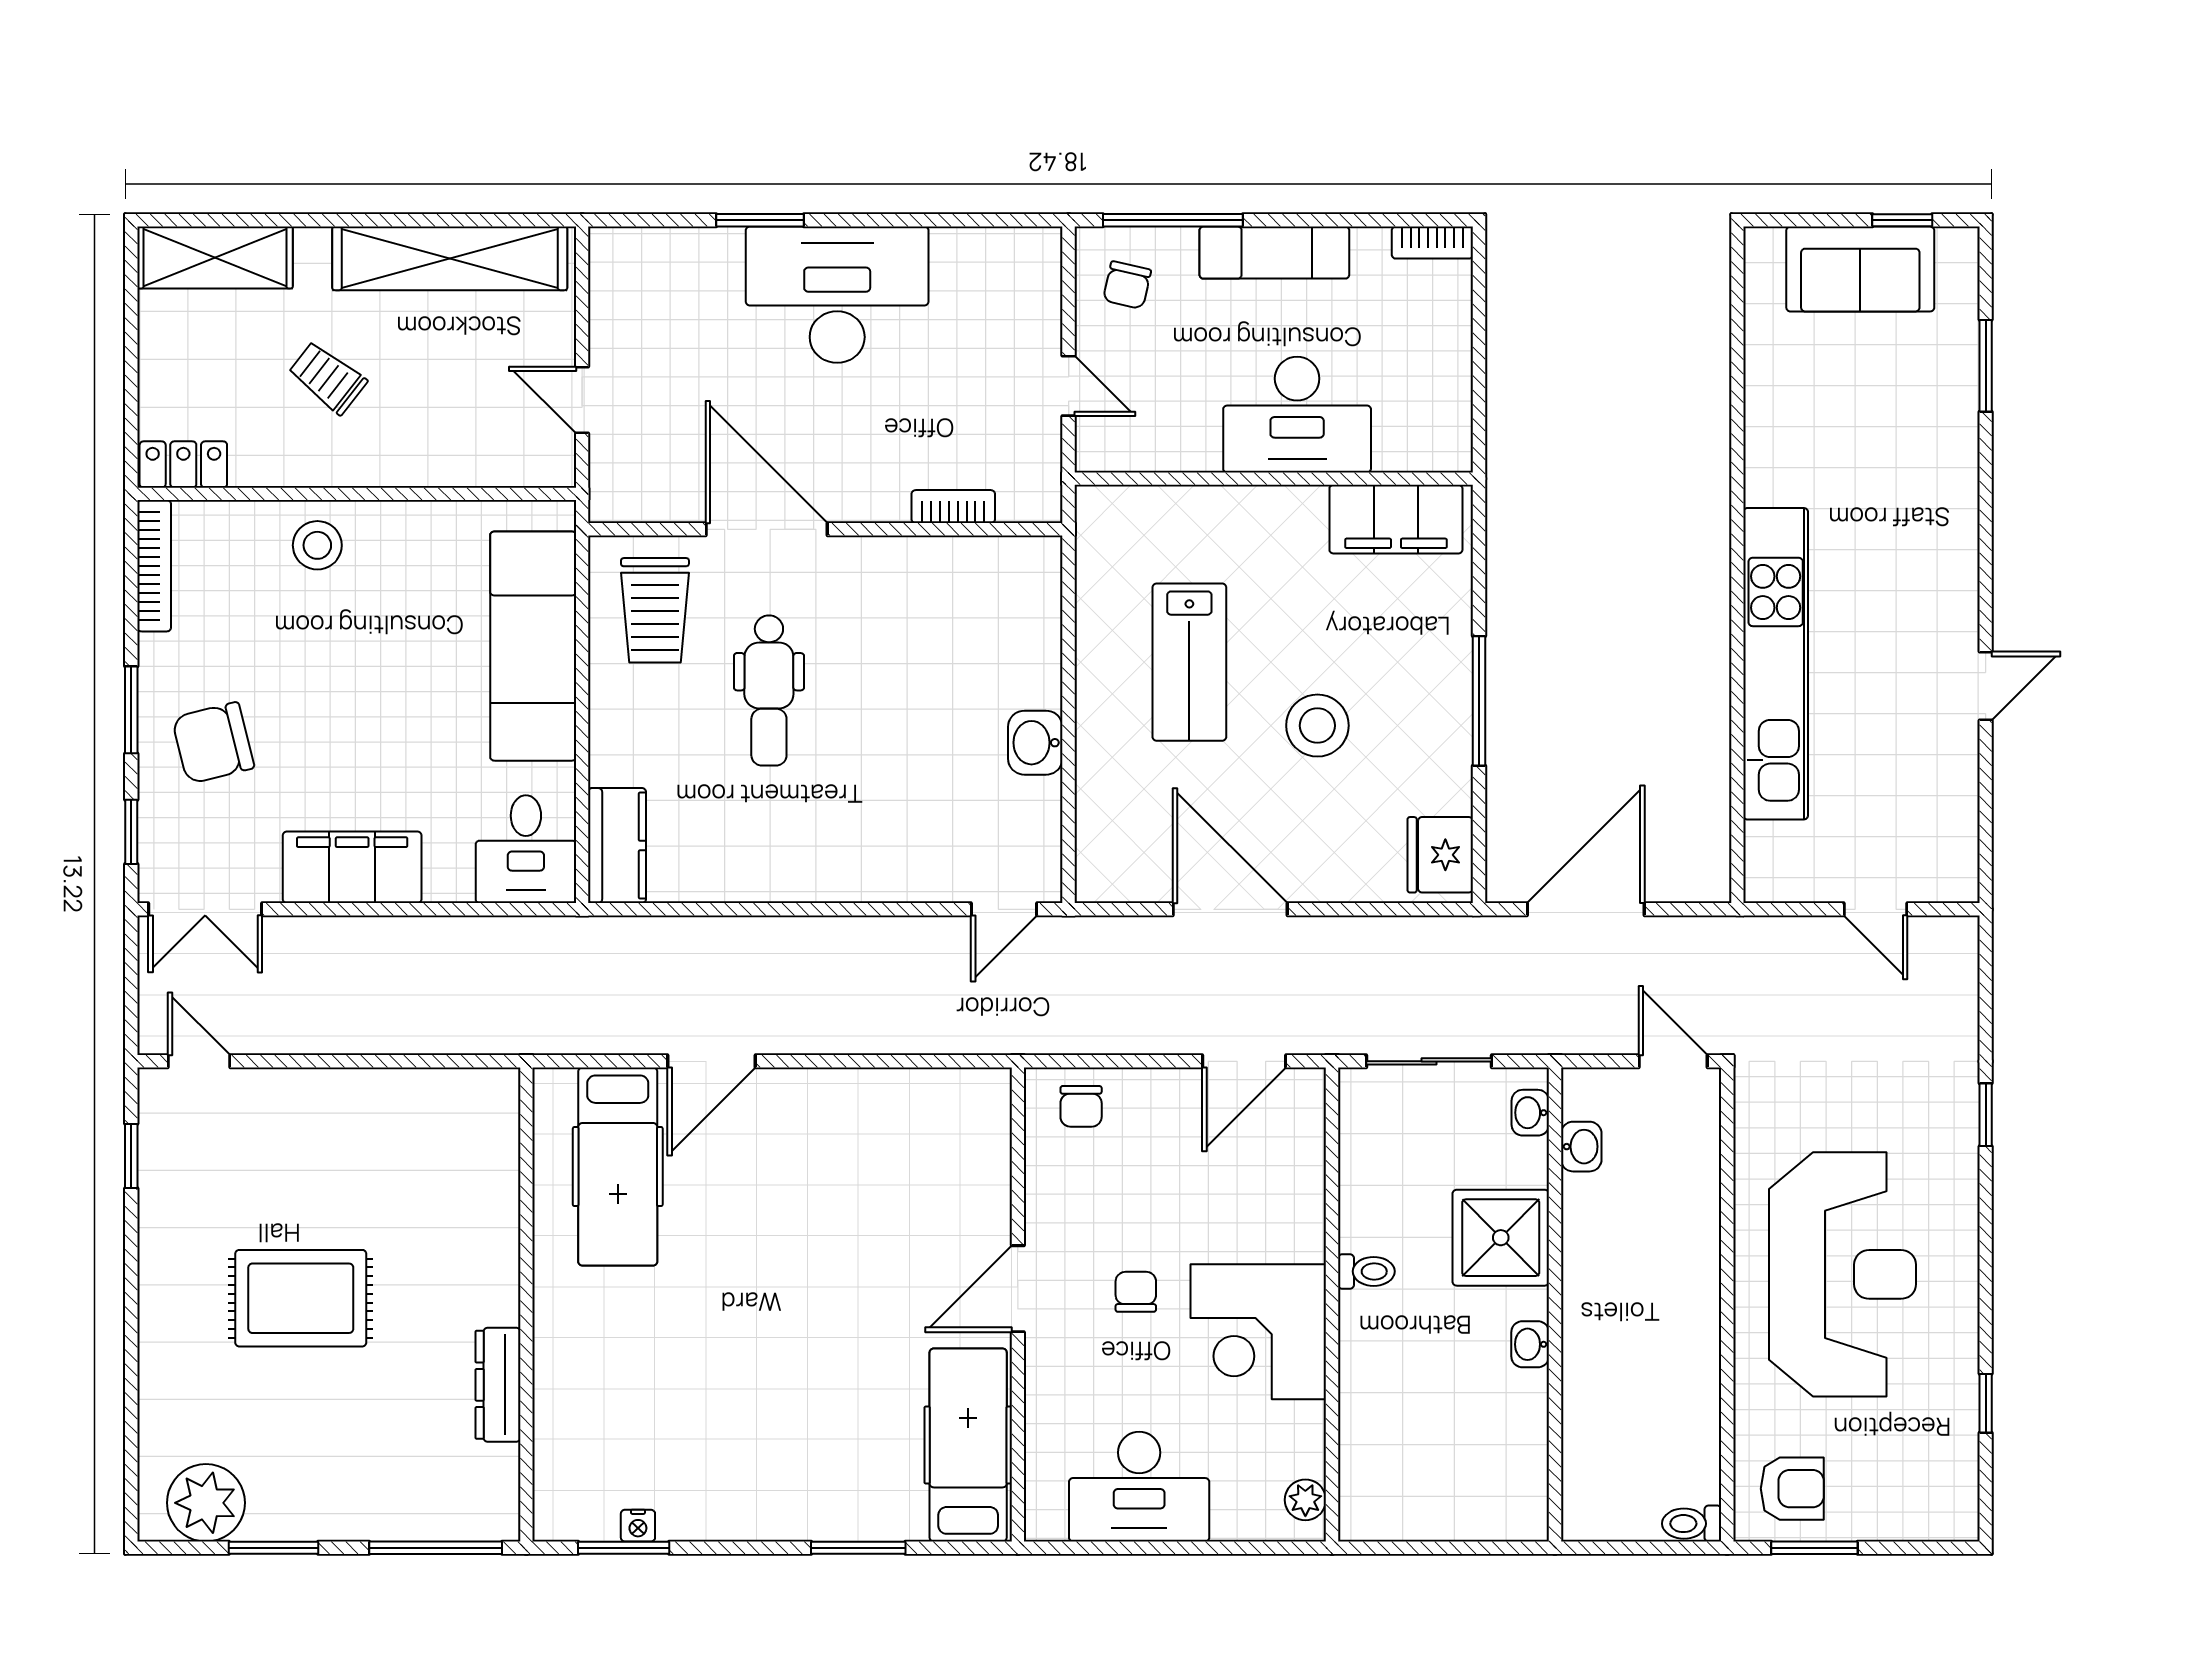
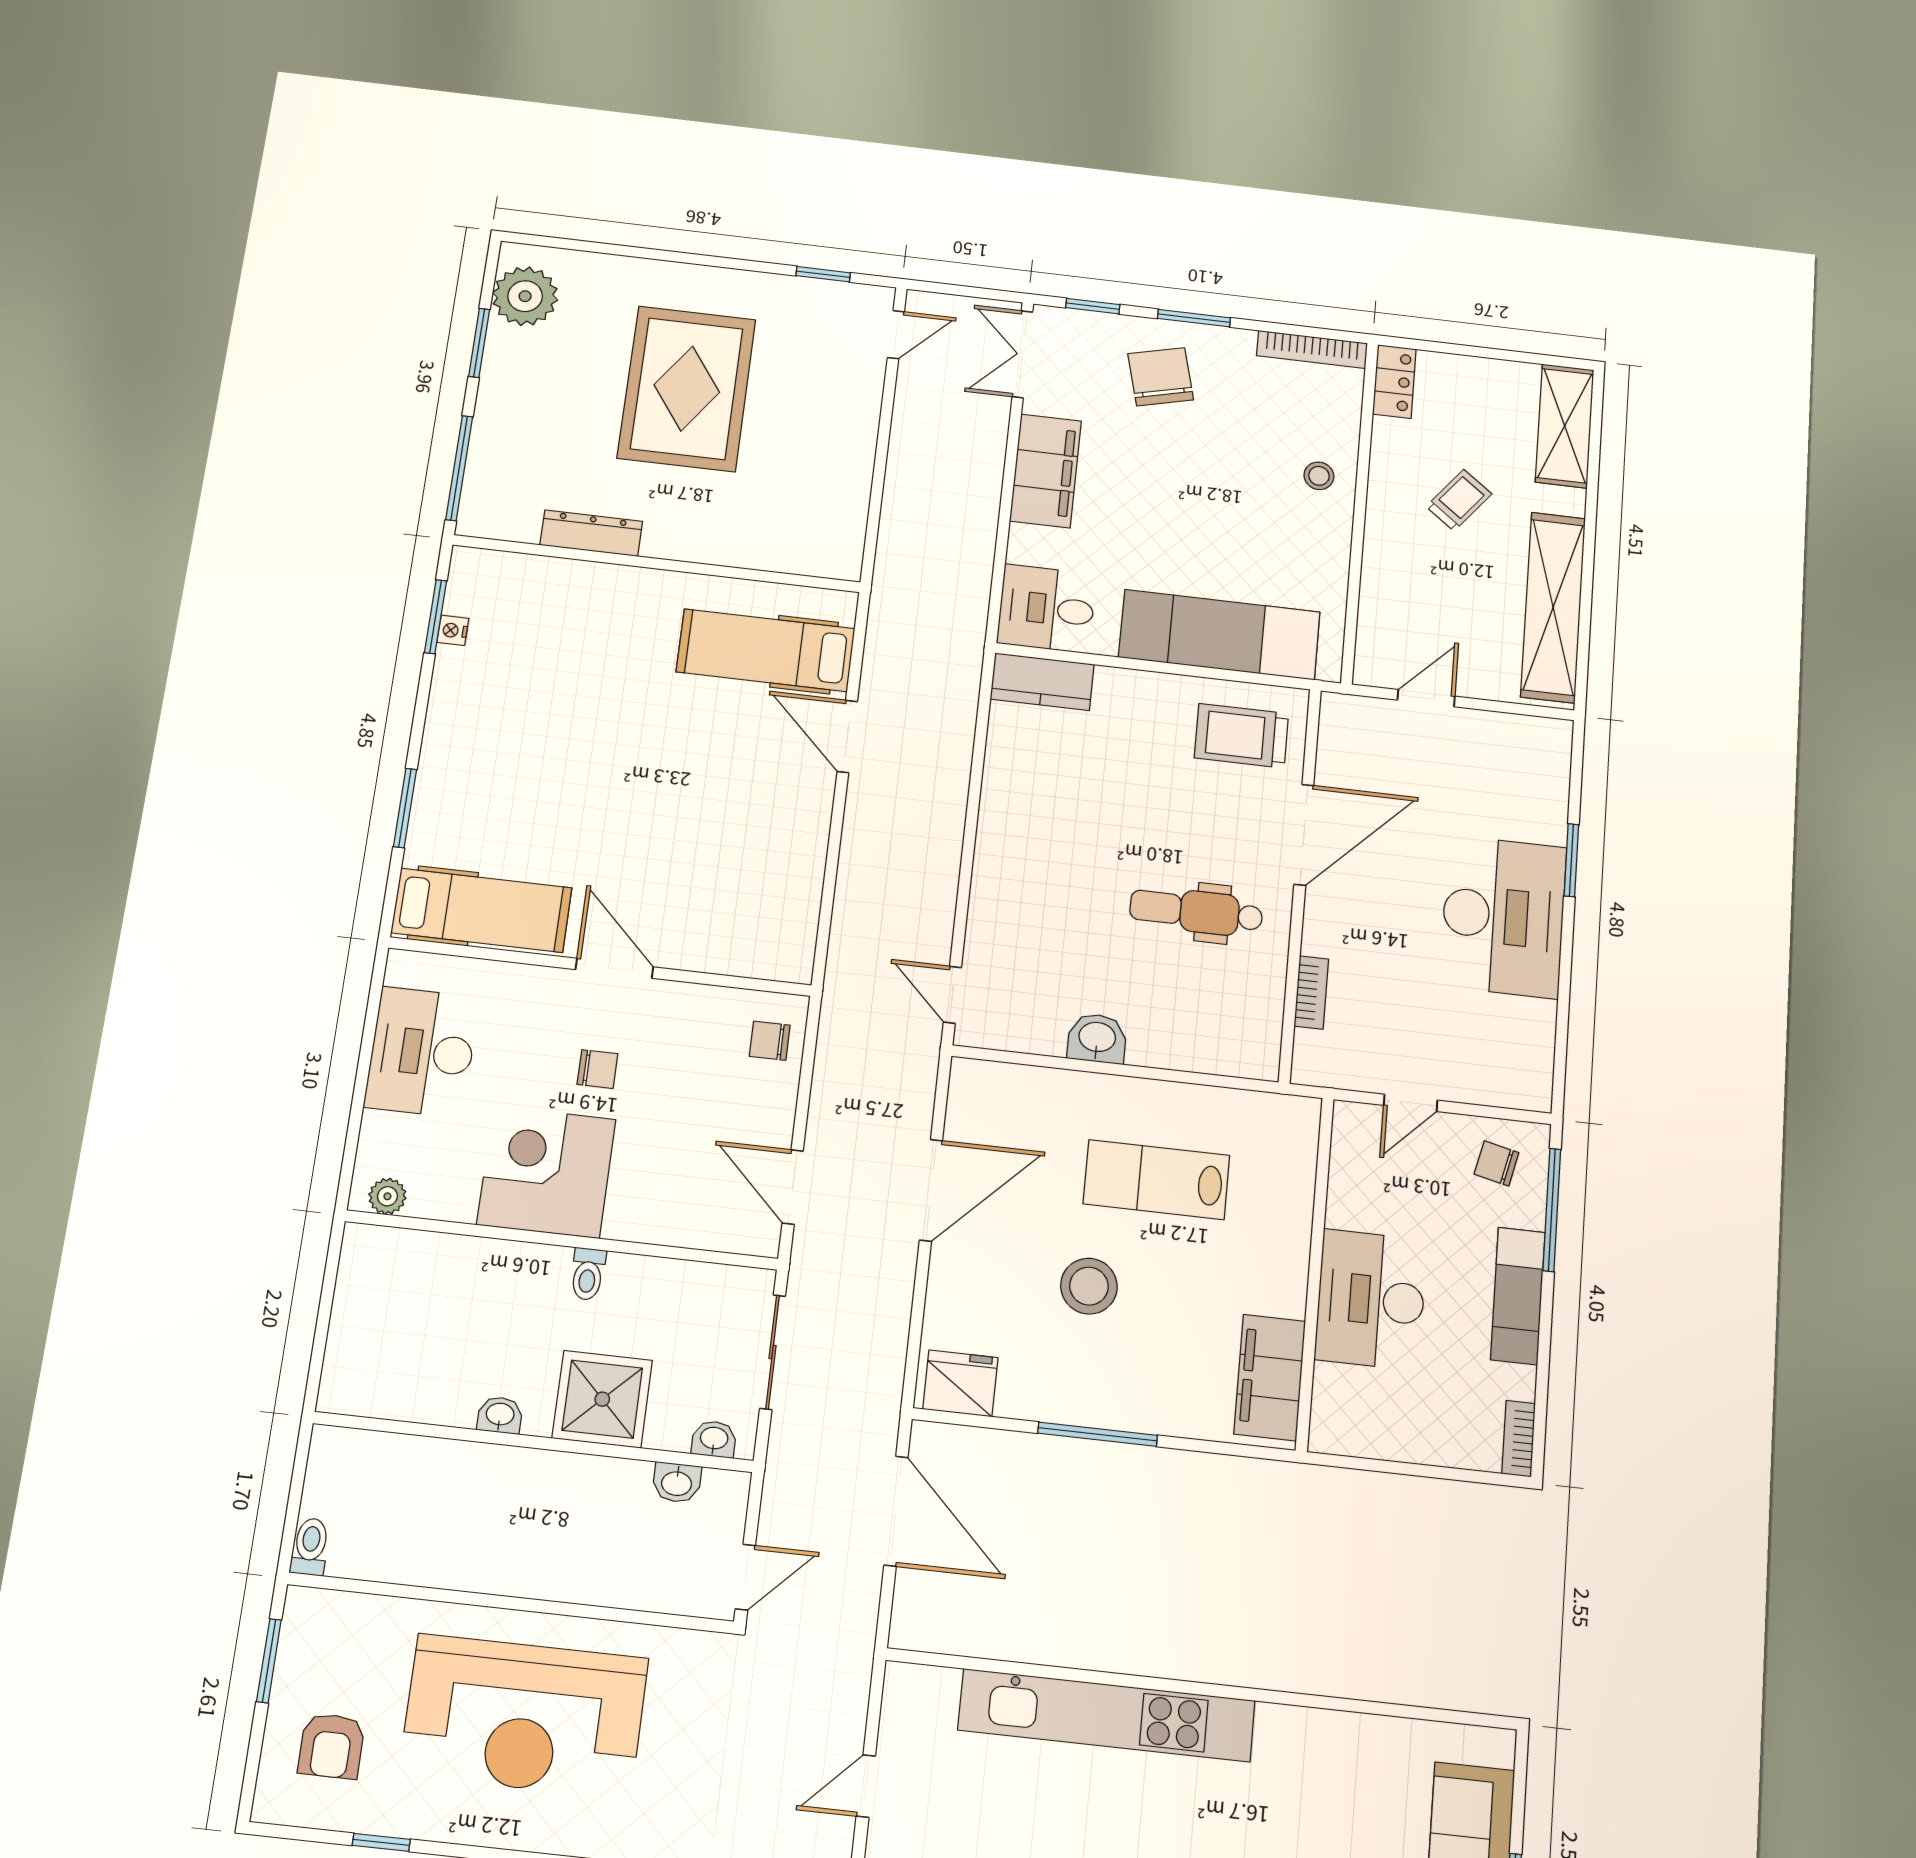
stool: (317, 545) -> (1319, 476), width x0.73, depth x0.73
dental chair: (769, 691) -> (1196, 912), moved
rug: (301, 1298) -> (687, 389), width x1.37, depth x1.44
armchair: (1792, 1489) -> (331, 1746), moved

